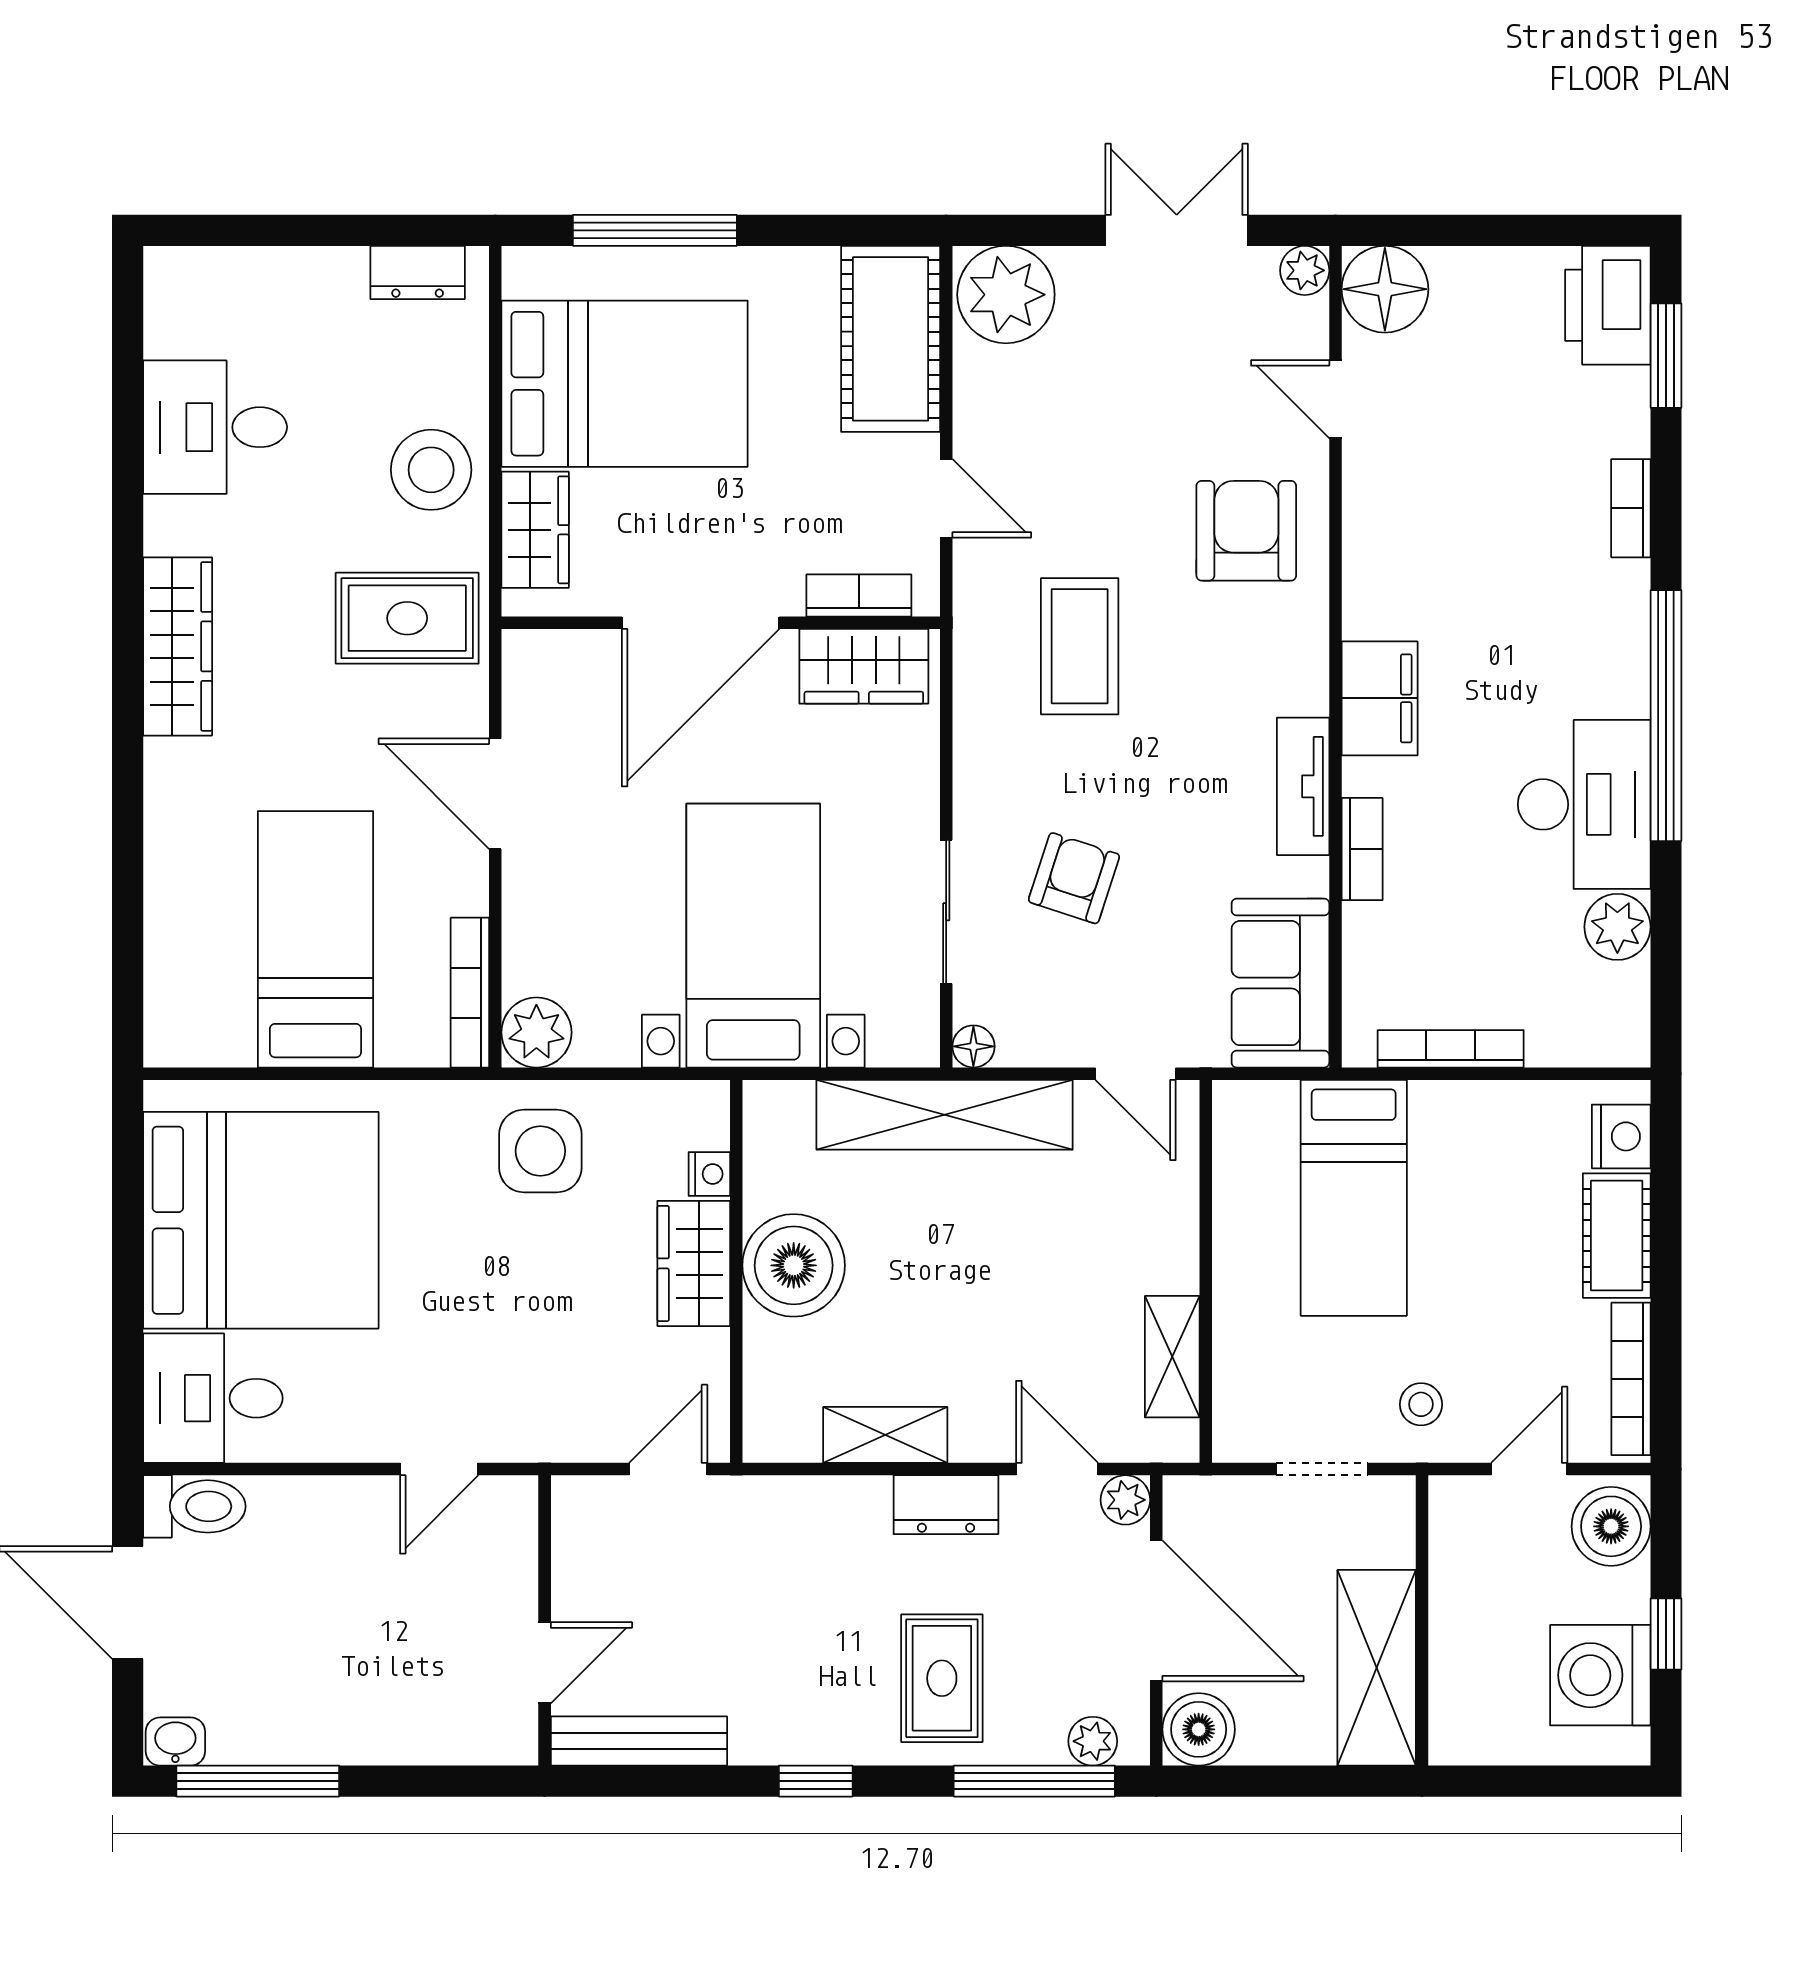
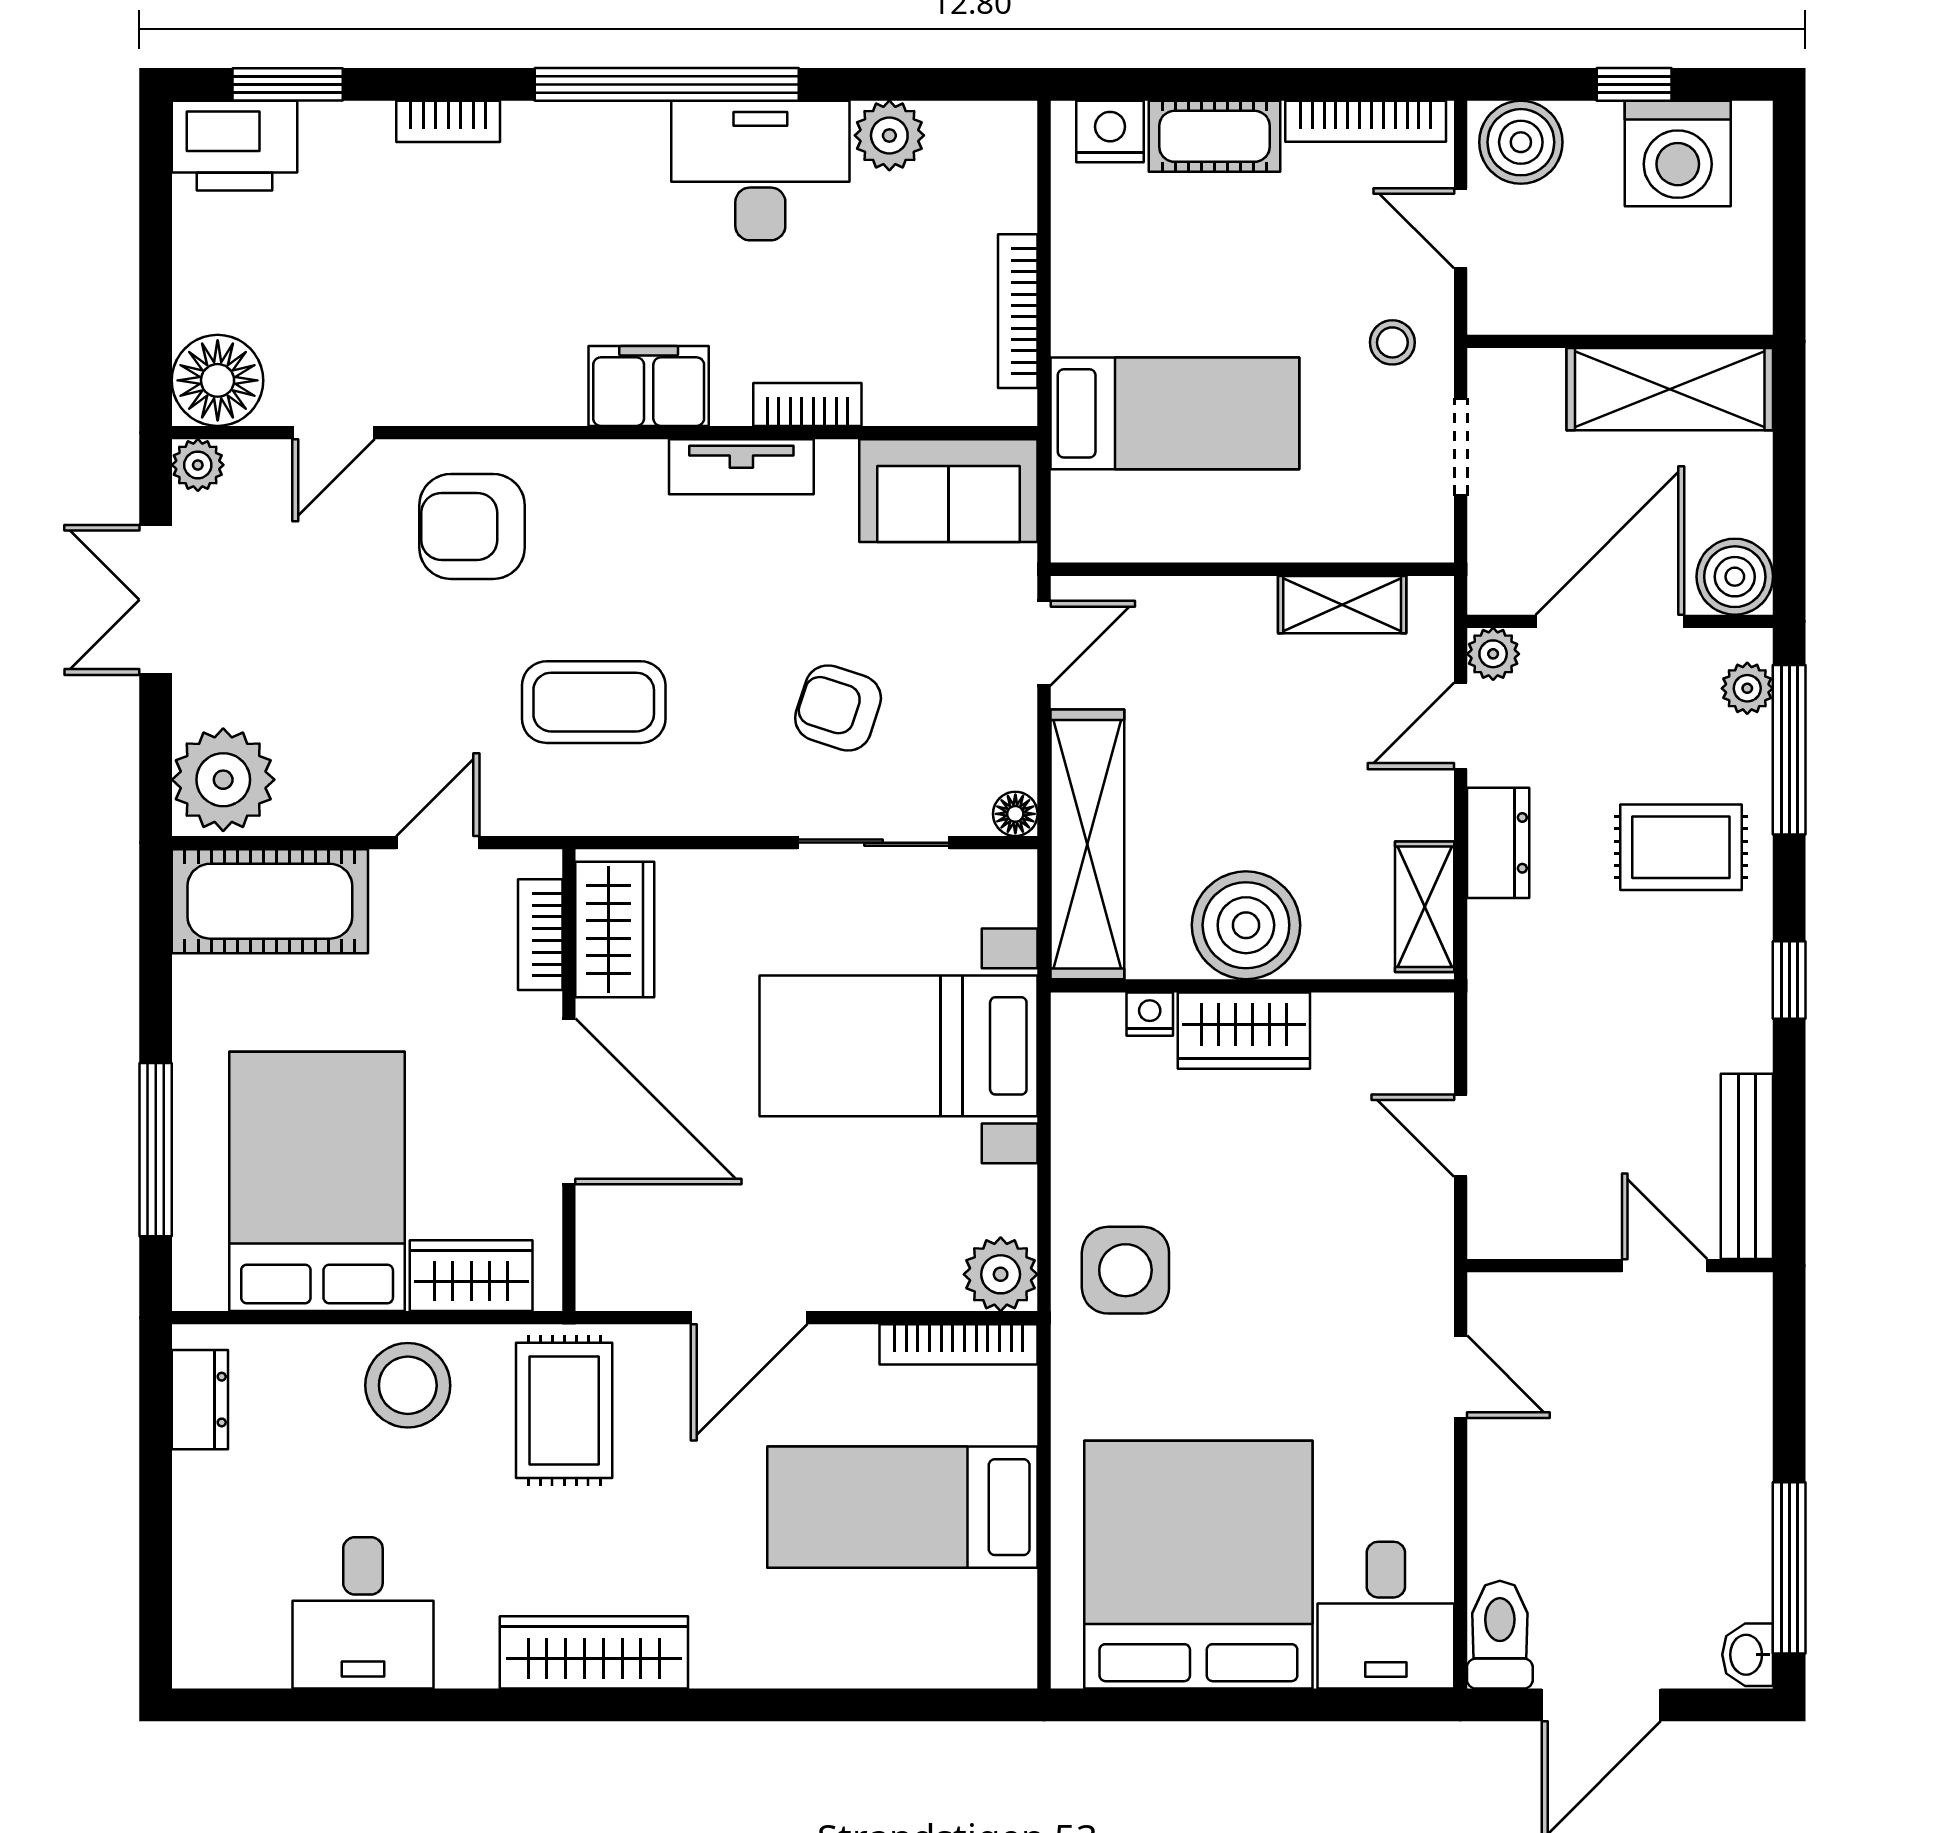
nightstand: (709, 1174) -> (1150, 1014), moved
wardrobe: (694, 1263) -> (1244, 1031), moved
boiler: (794, 1265) -> (1246, 925), moved
wall: (736, 1271) -> (1252, 986), moved

